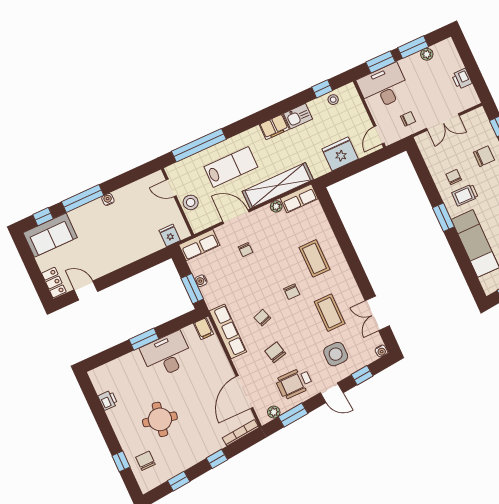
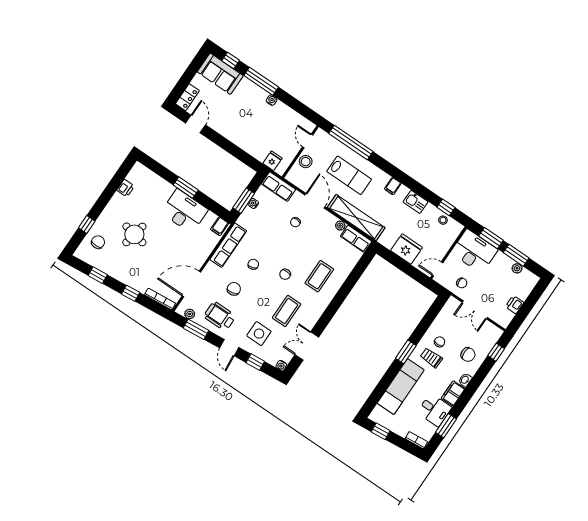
filing cabinet: (274, 127) -> (393, 186), width x0.50

